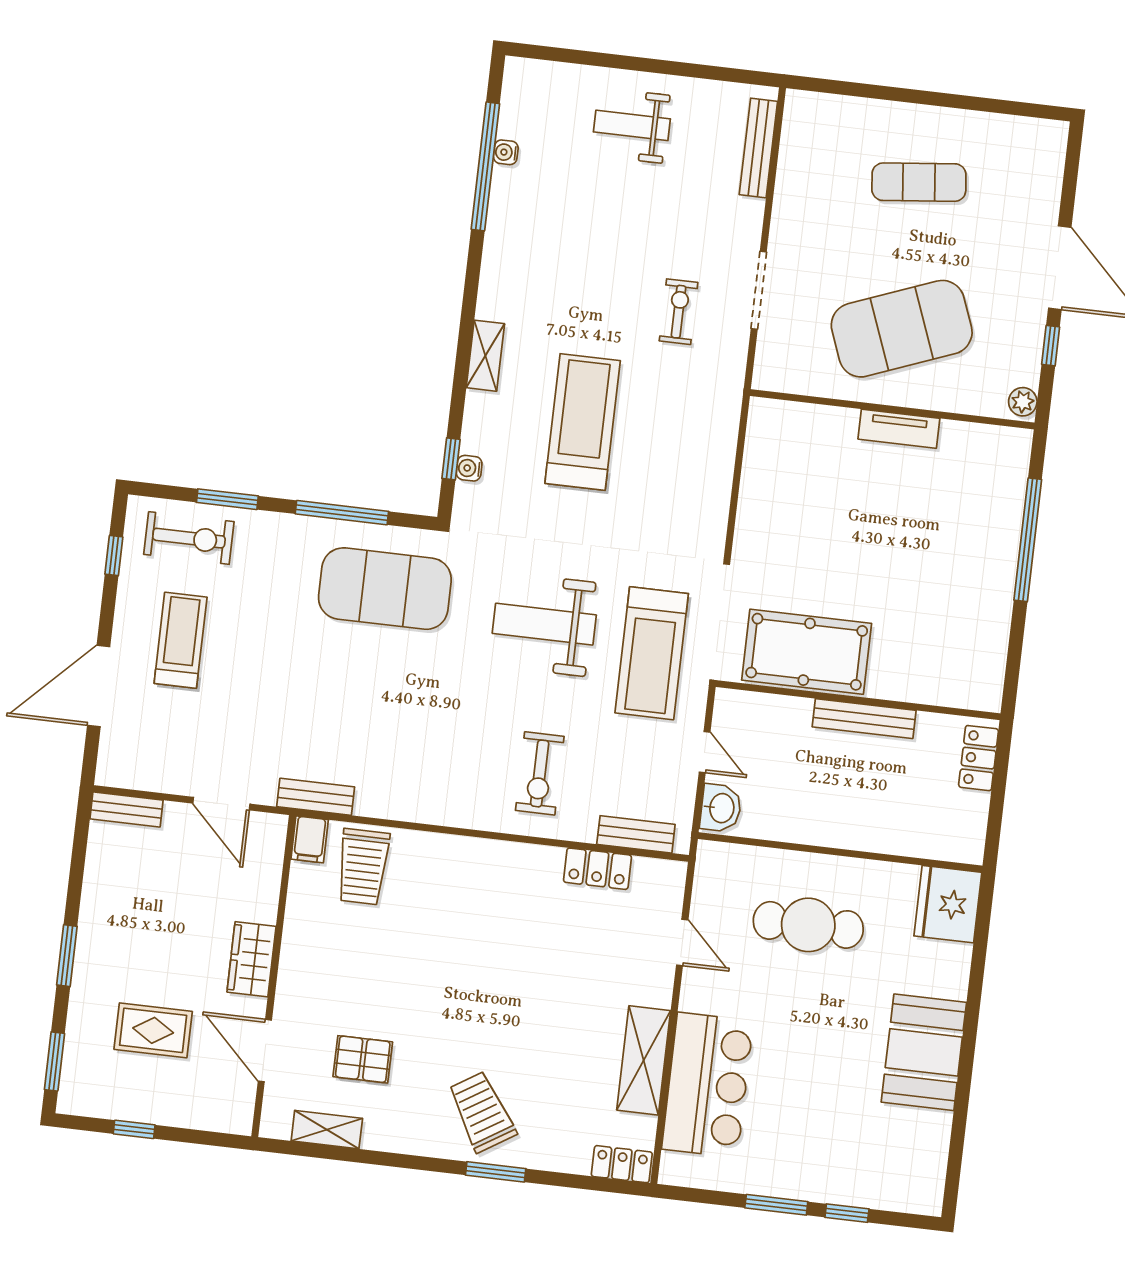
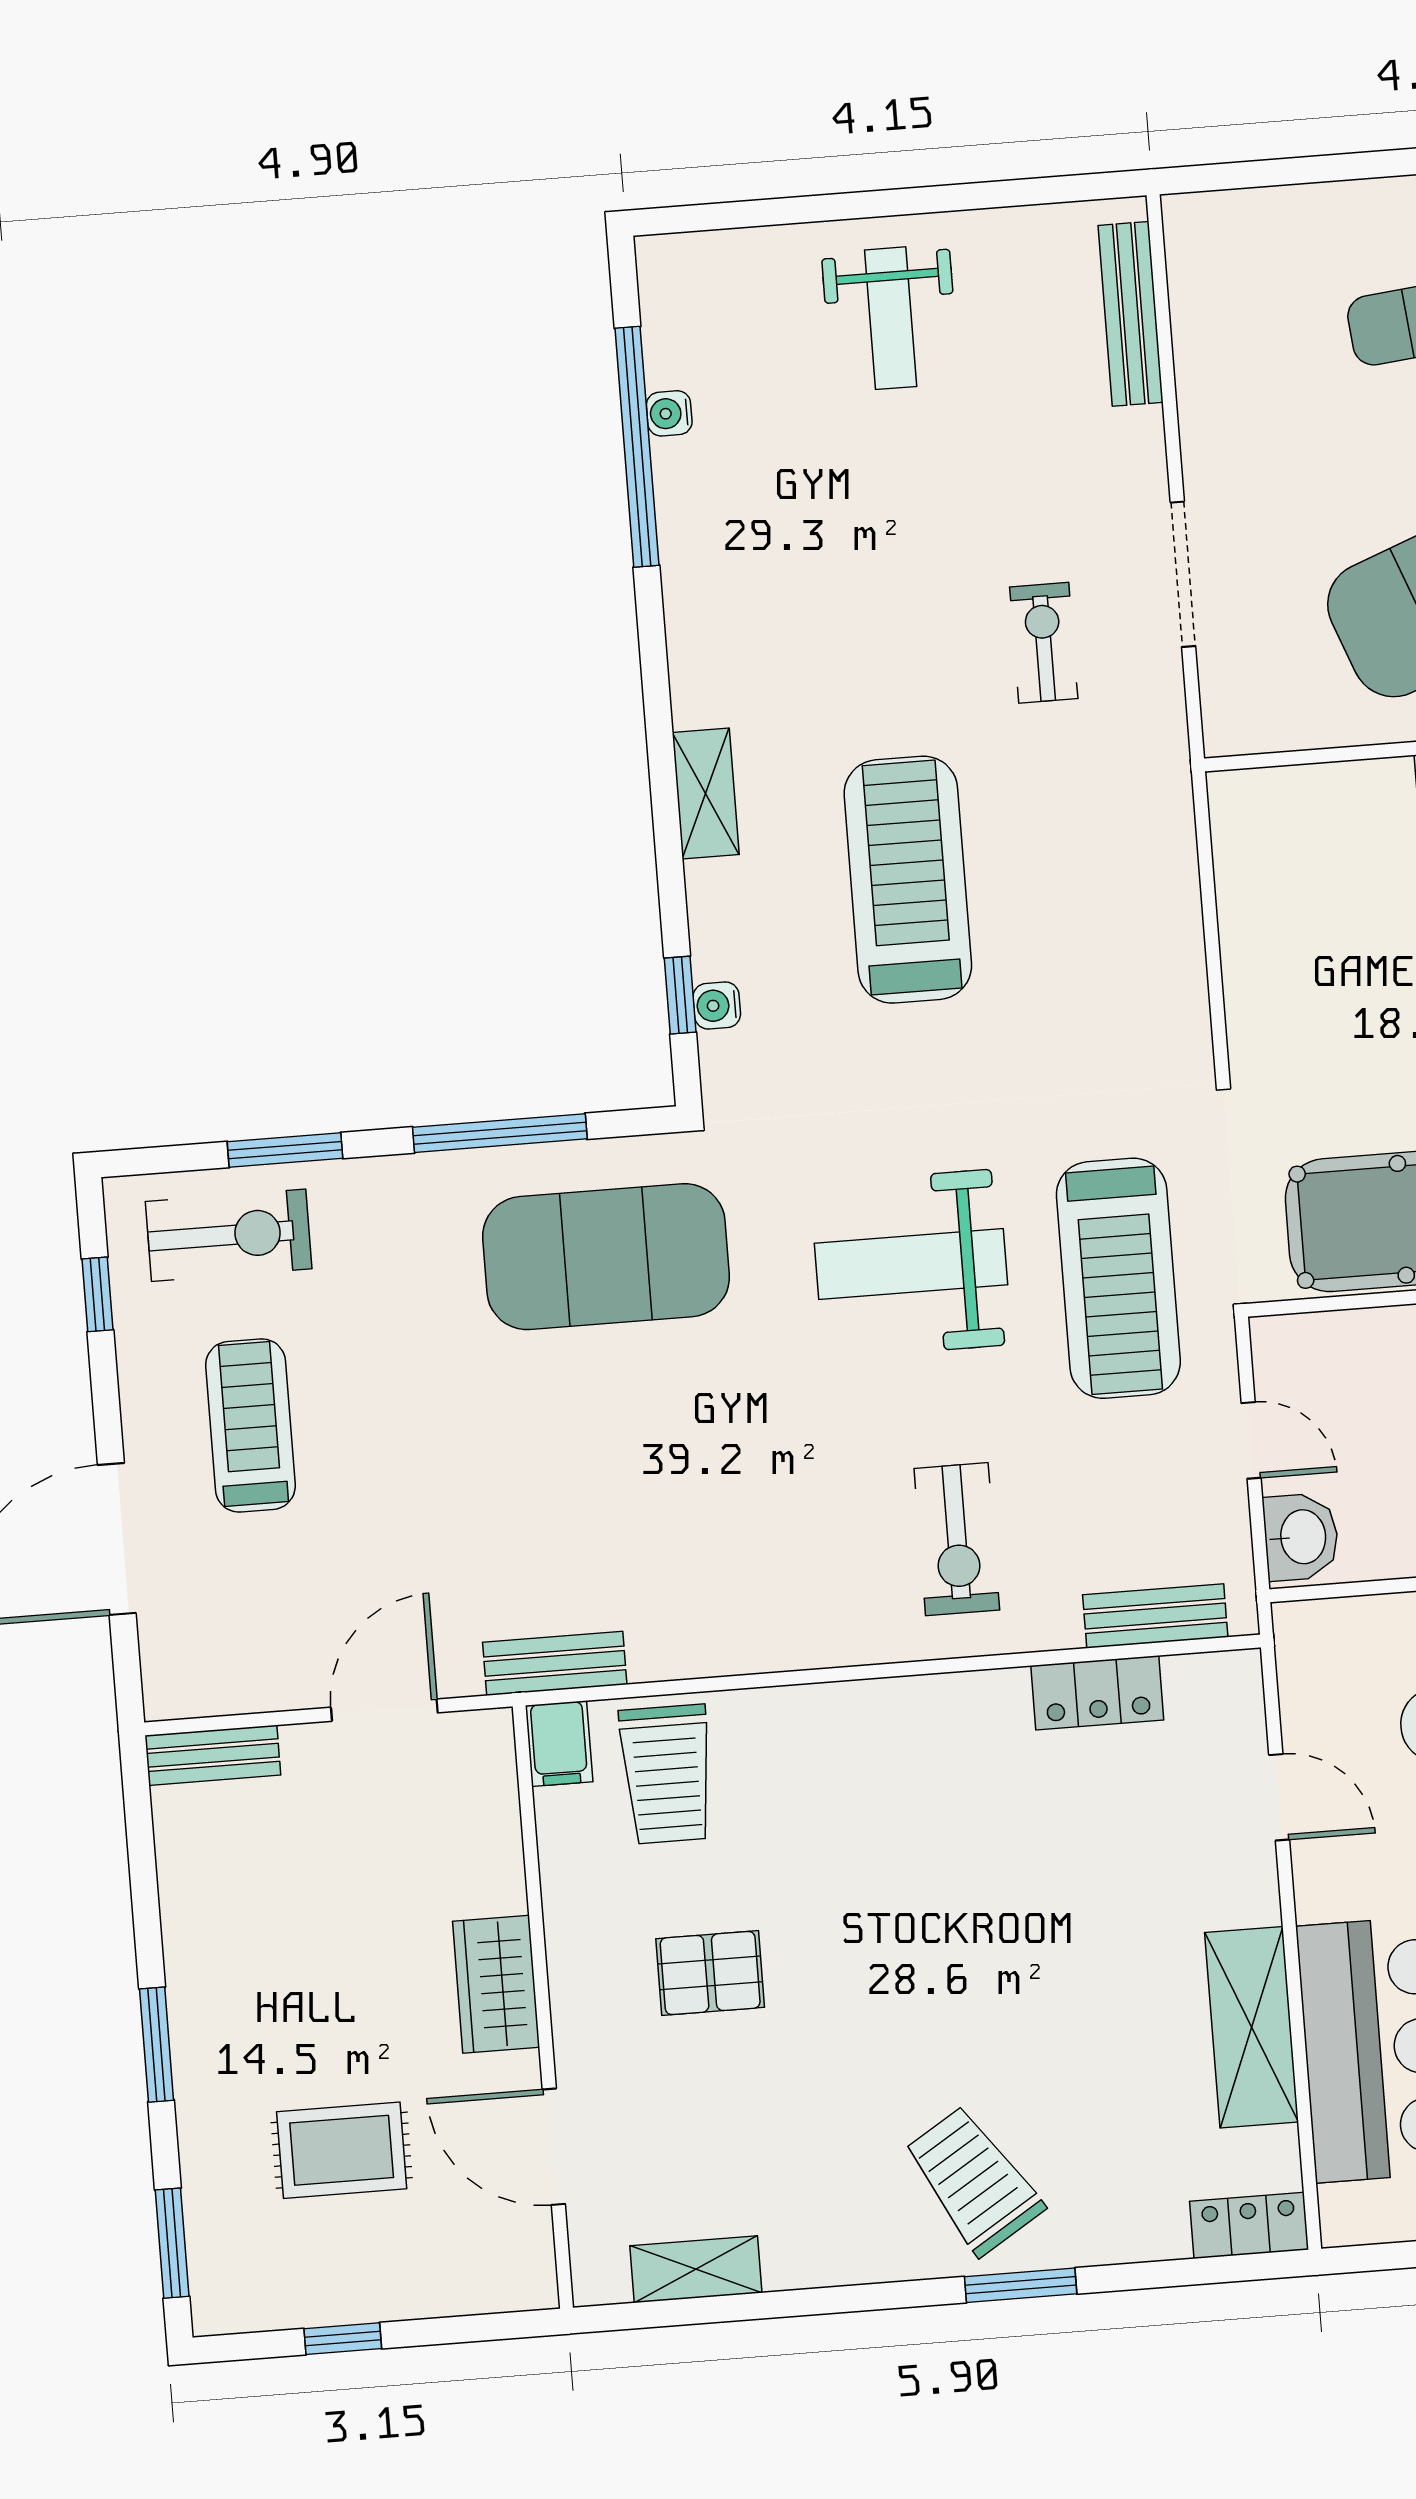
weight bench: (632, 125) -> (891, 318), turned -90
door: (221, 804) -> (384, 1710), swing flipped
pallet: (363, 1059) -> (710, 1973), moved

